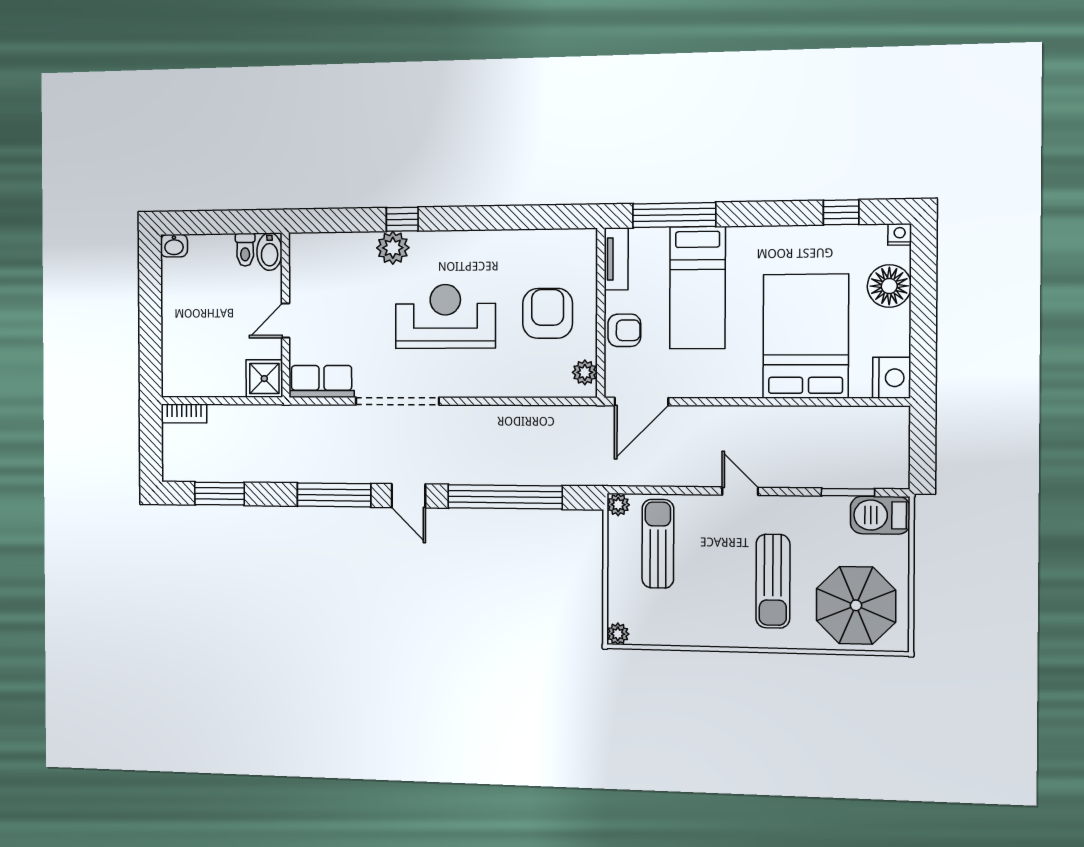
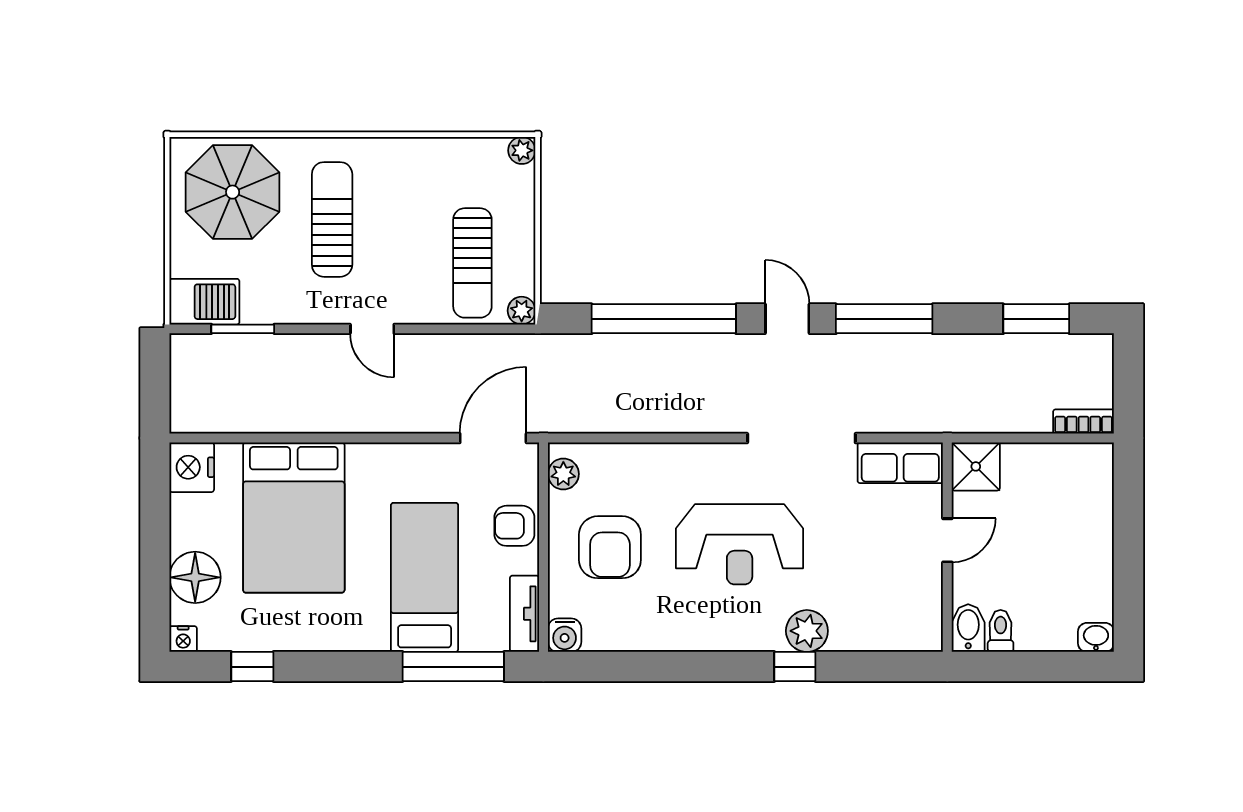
water cooler: (584, 242) -> (565, 635), added

